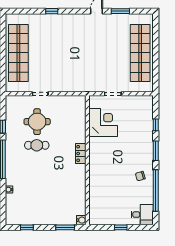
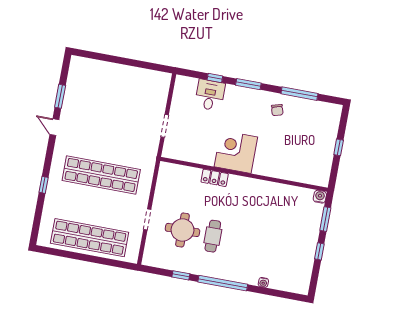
shop shelf: (140, 53) -> (101, 175), moved
corner desk: (103, 123) -> (236, 152), moved
locker: (81, 154) -> (215, 178), moved
window: (156, 190) -> (299, 94), width x0.68
desk: (142, 215) -> (210, 95), moved
window: (27, 227) -> (319, 251), moved

